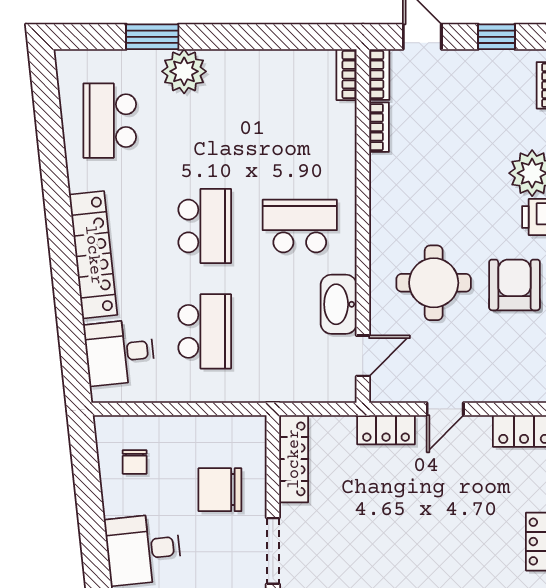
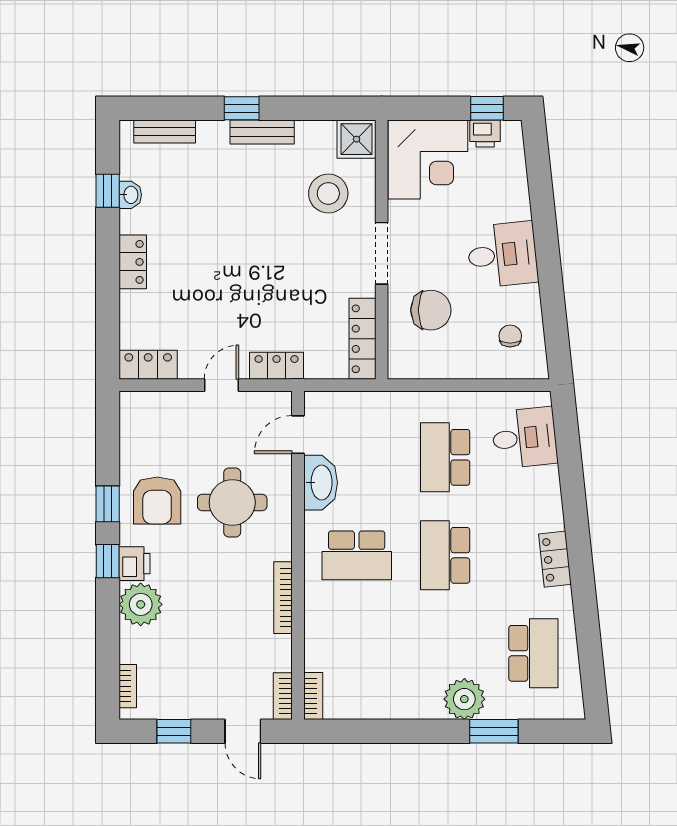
bookcase: (379, 127) -> (283, 598), moved, width x1.56
locker: (93, 255) -> (555, 559), width x0.46, depth x0.83

